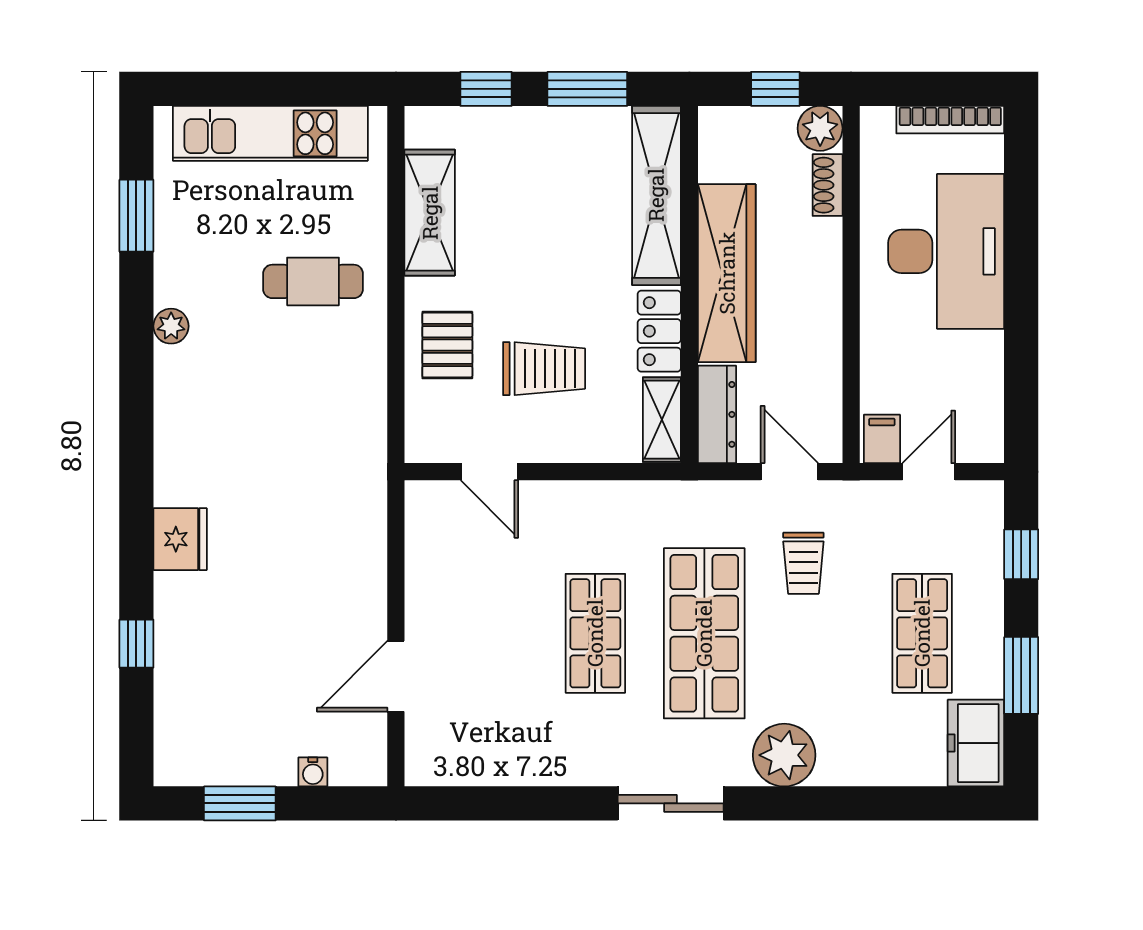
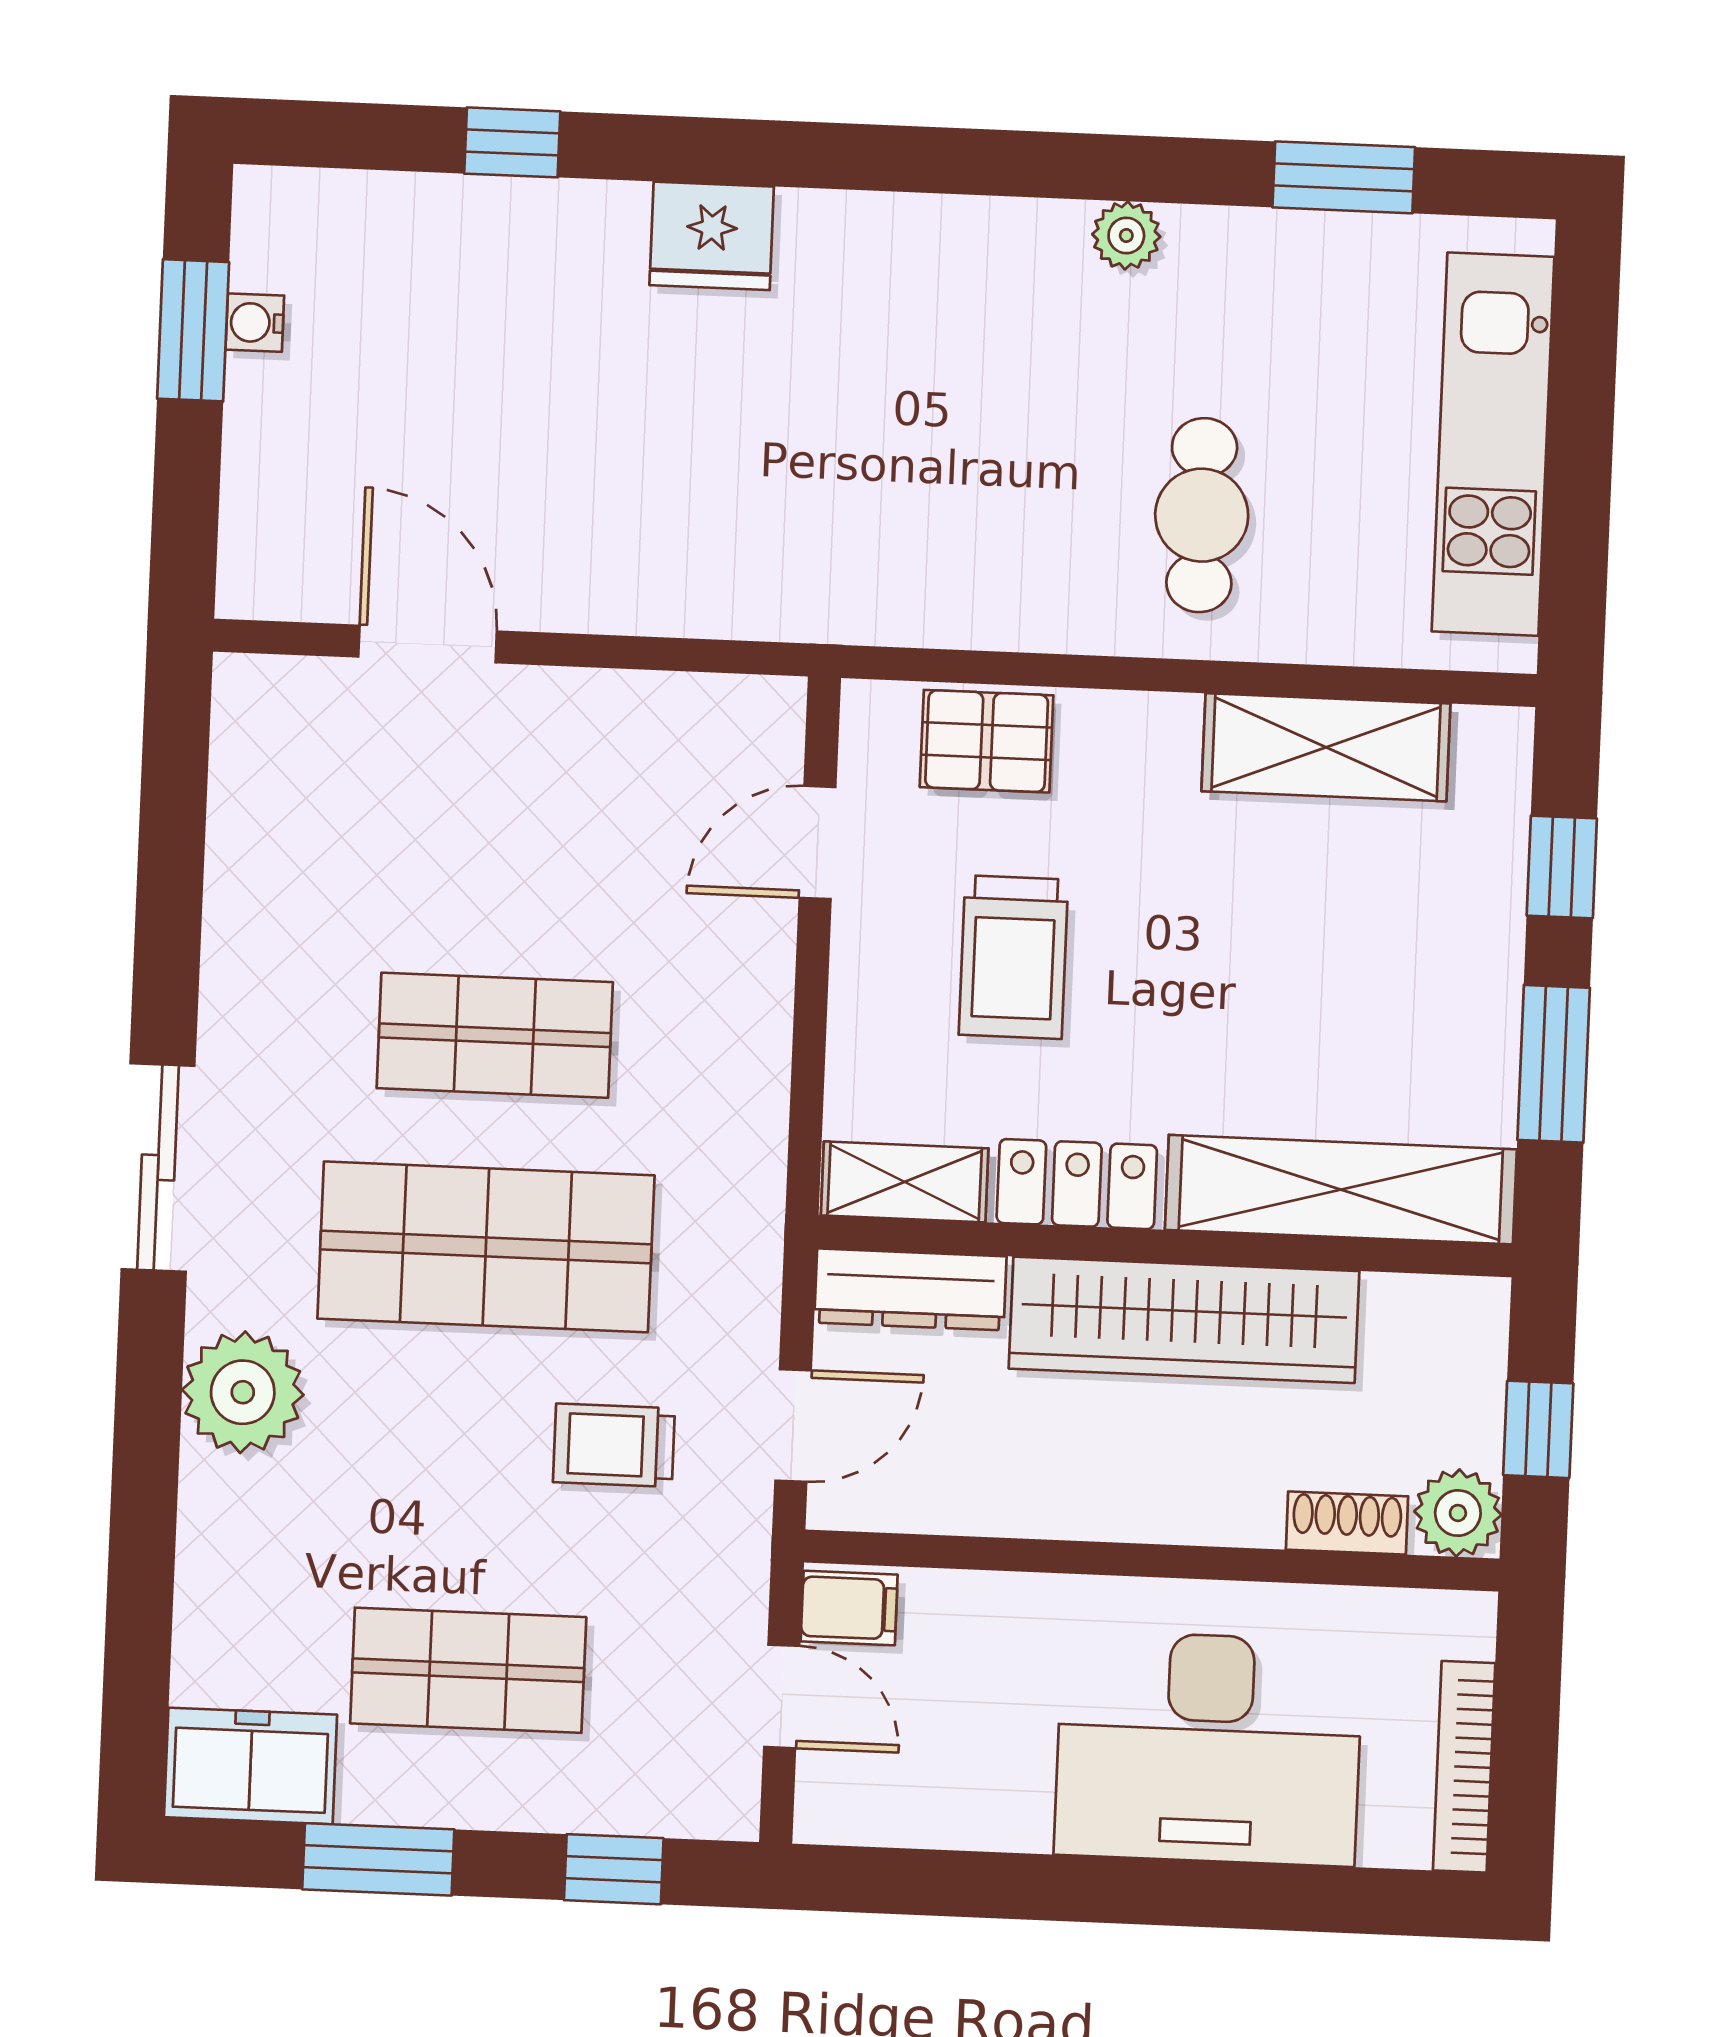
pallet: (447, 345) -> (987, 741), moved
water cooler: (313, 772) -> (255, 323), moved

